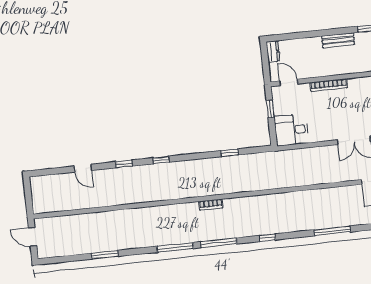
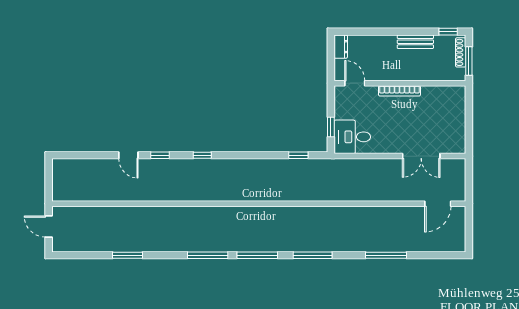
window: (270, 109) -> (331, 127), moved
window: (230, 153) -> (298, 155), moved
door: (83, 168) -> (128, 155), moved
bookcase: (211, 205) -> (253, 211), removed
window: (267, 238) -> (313, 255), width x2.17

